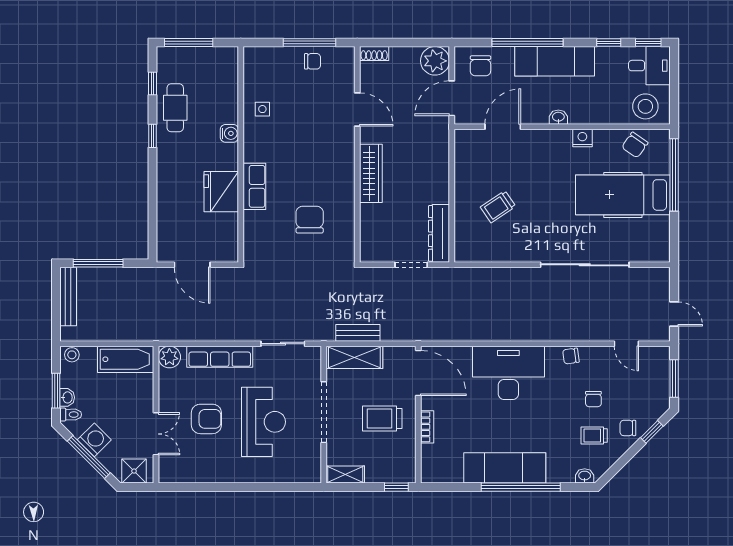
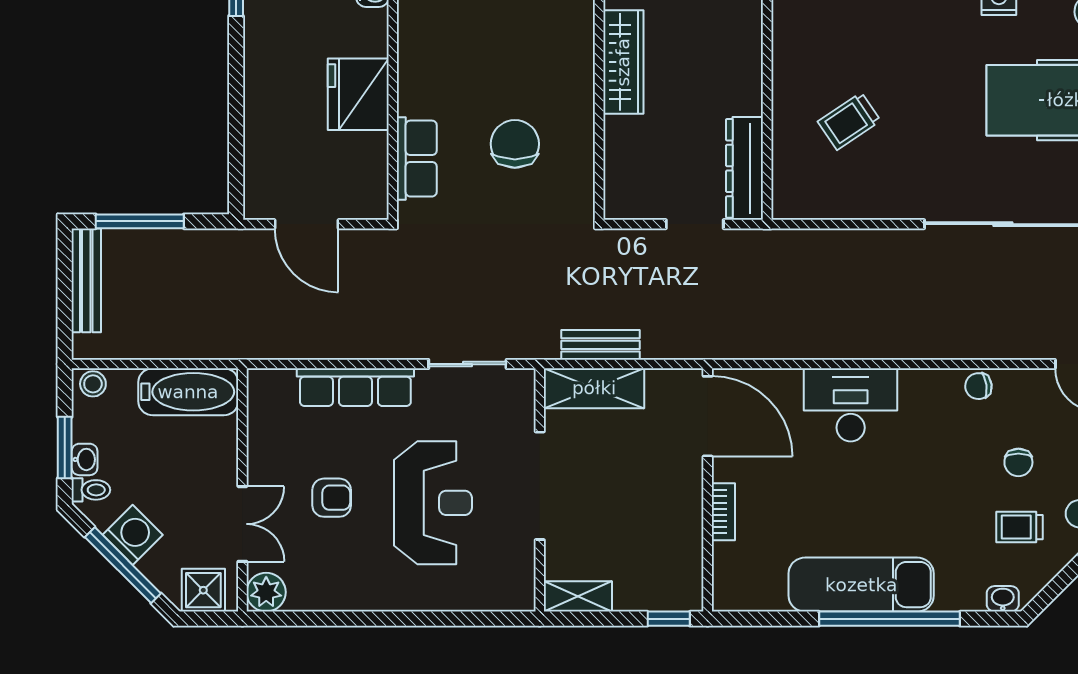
row of seats: (254, 186) -> (417, 159), moved
plant: (169, 357) -> (266, 592), moved
desk: (508, 373) -> (851, 405), width x0.73, depth x0.77
trolley: (382, 418) -> (644, 497), removed
armchair: (206, 419) -> (332, 498), width x0.72, depth x0.72

